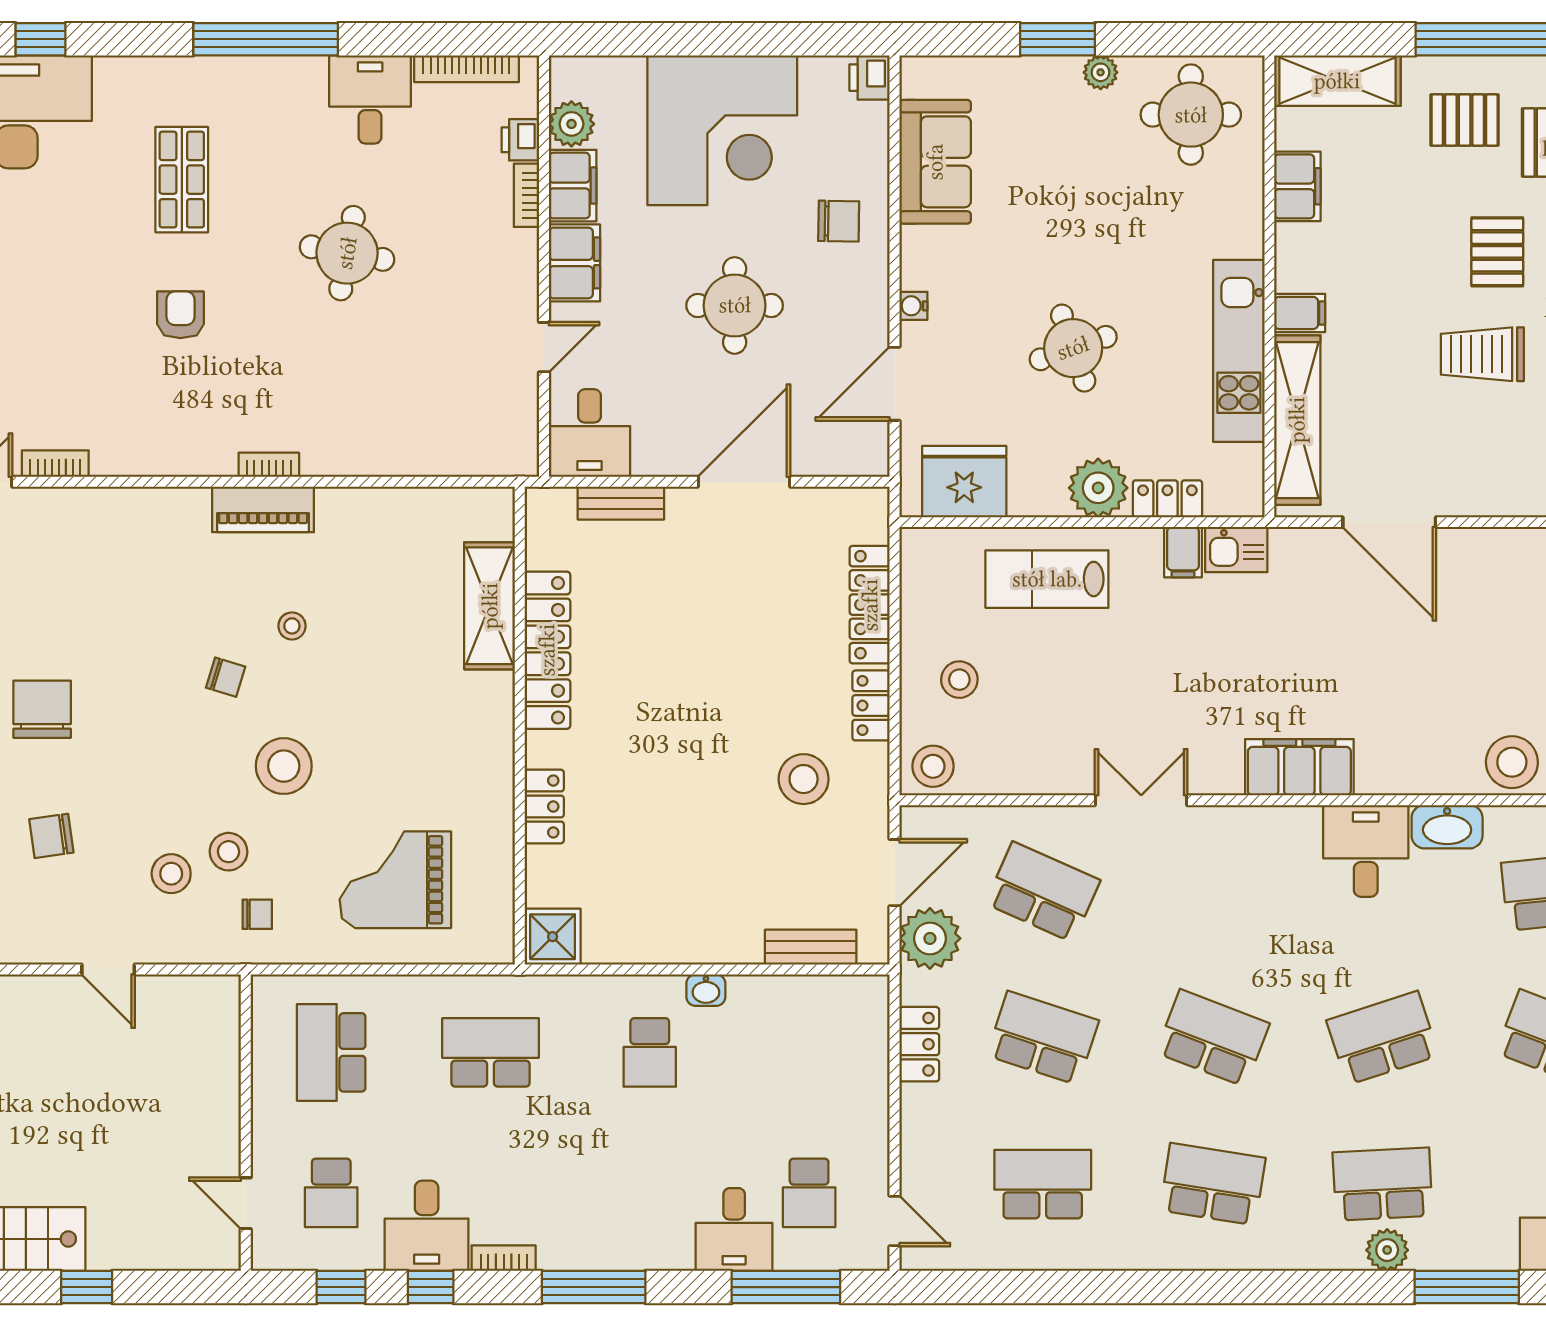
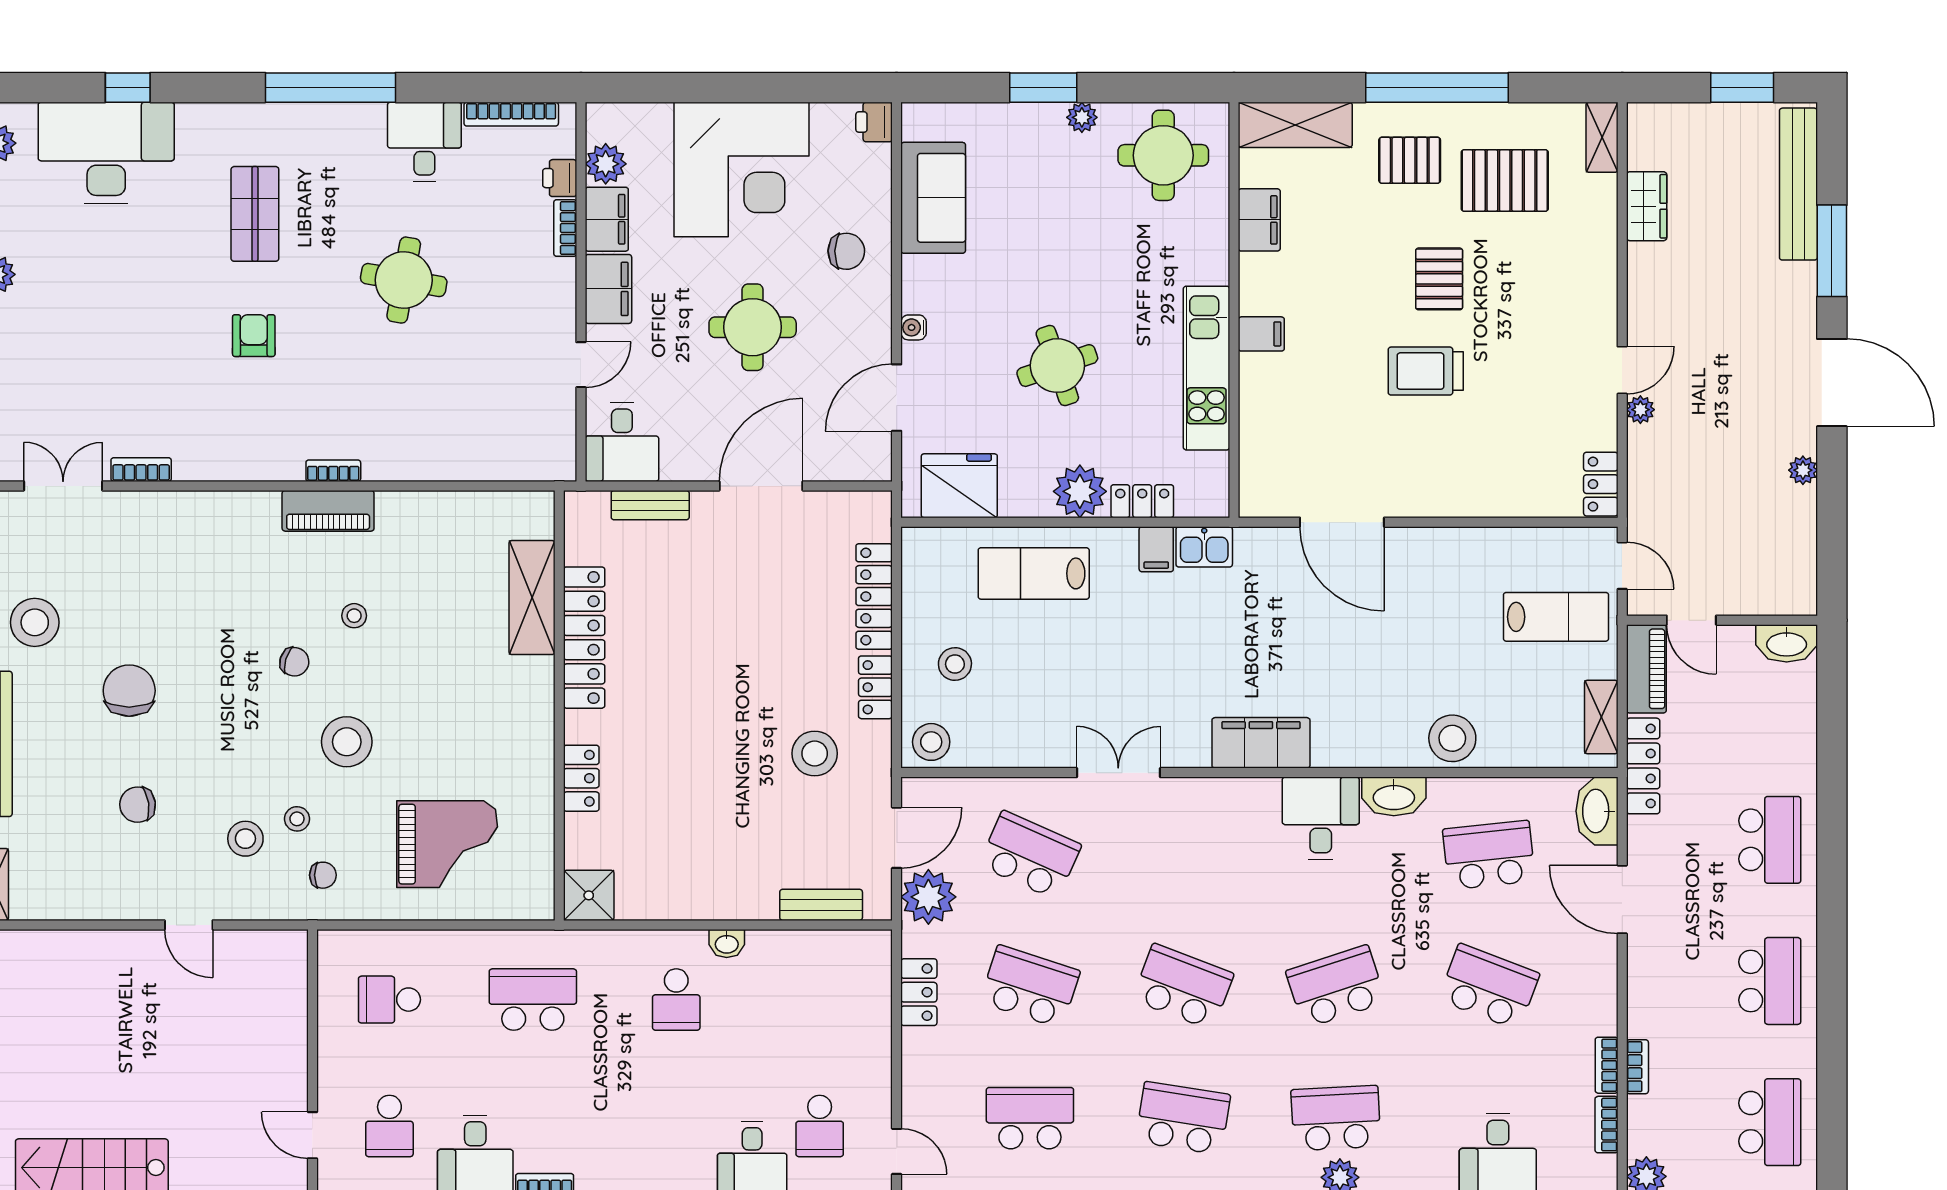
shelving: (1297, 420) -> (1259, 430), removed
stool: (229, 852) -> (297, 819), width x0.73, depth x0.73
grand piano: (395, 880) -> (447, 844), turned 180
school desk: (331, 1052) -> (389, 1000), width x0.54

